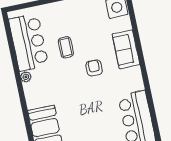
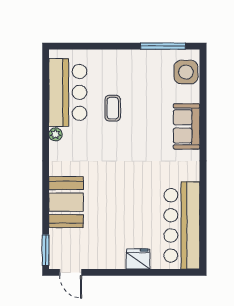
armchair: (94, 68) -> (142, 141), removed

